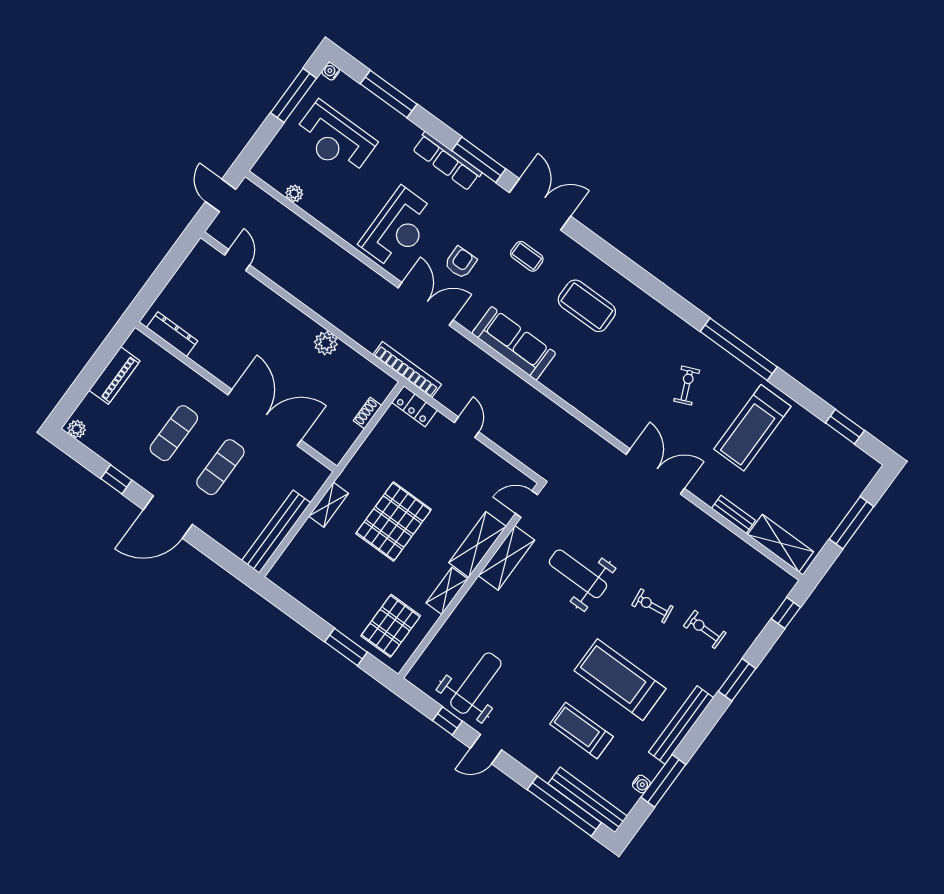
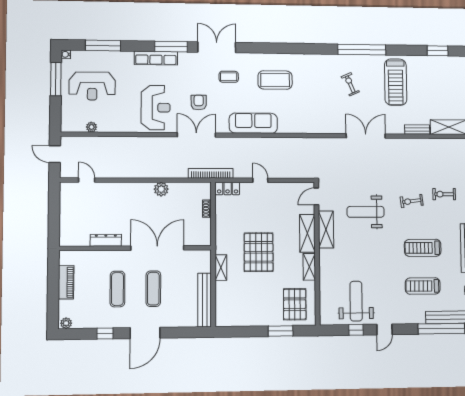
dresser: (172, 334) -> (106, 240), moved
treadmill: (620, 680) -> (423, 248), width x0.73, depth x0.73

